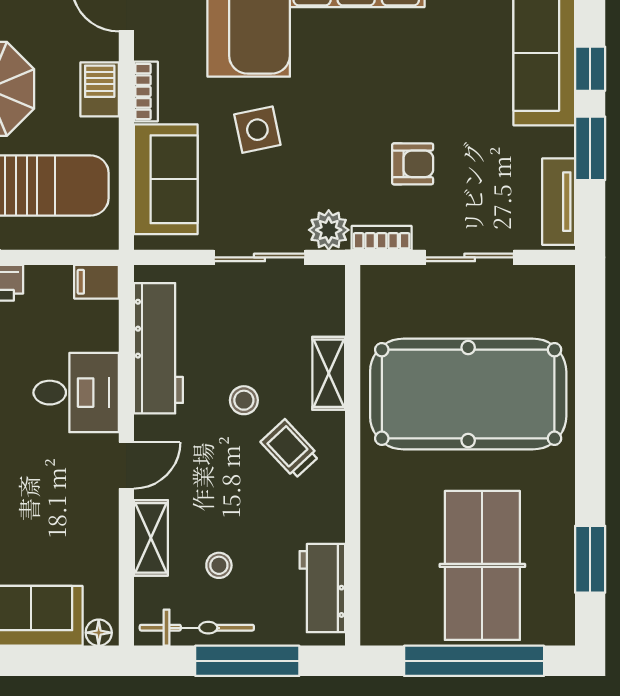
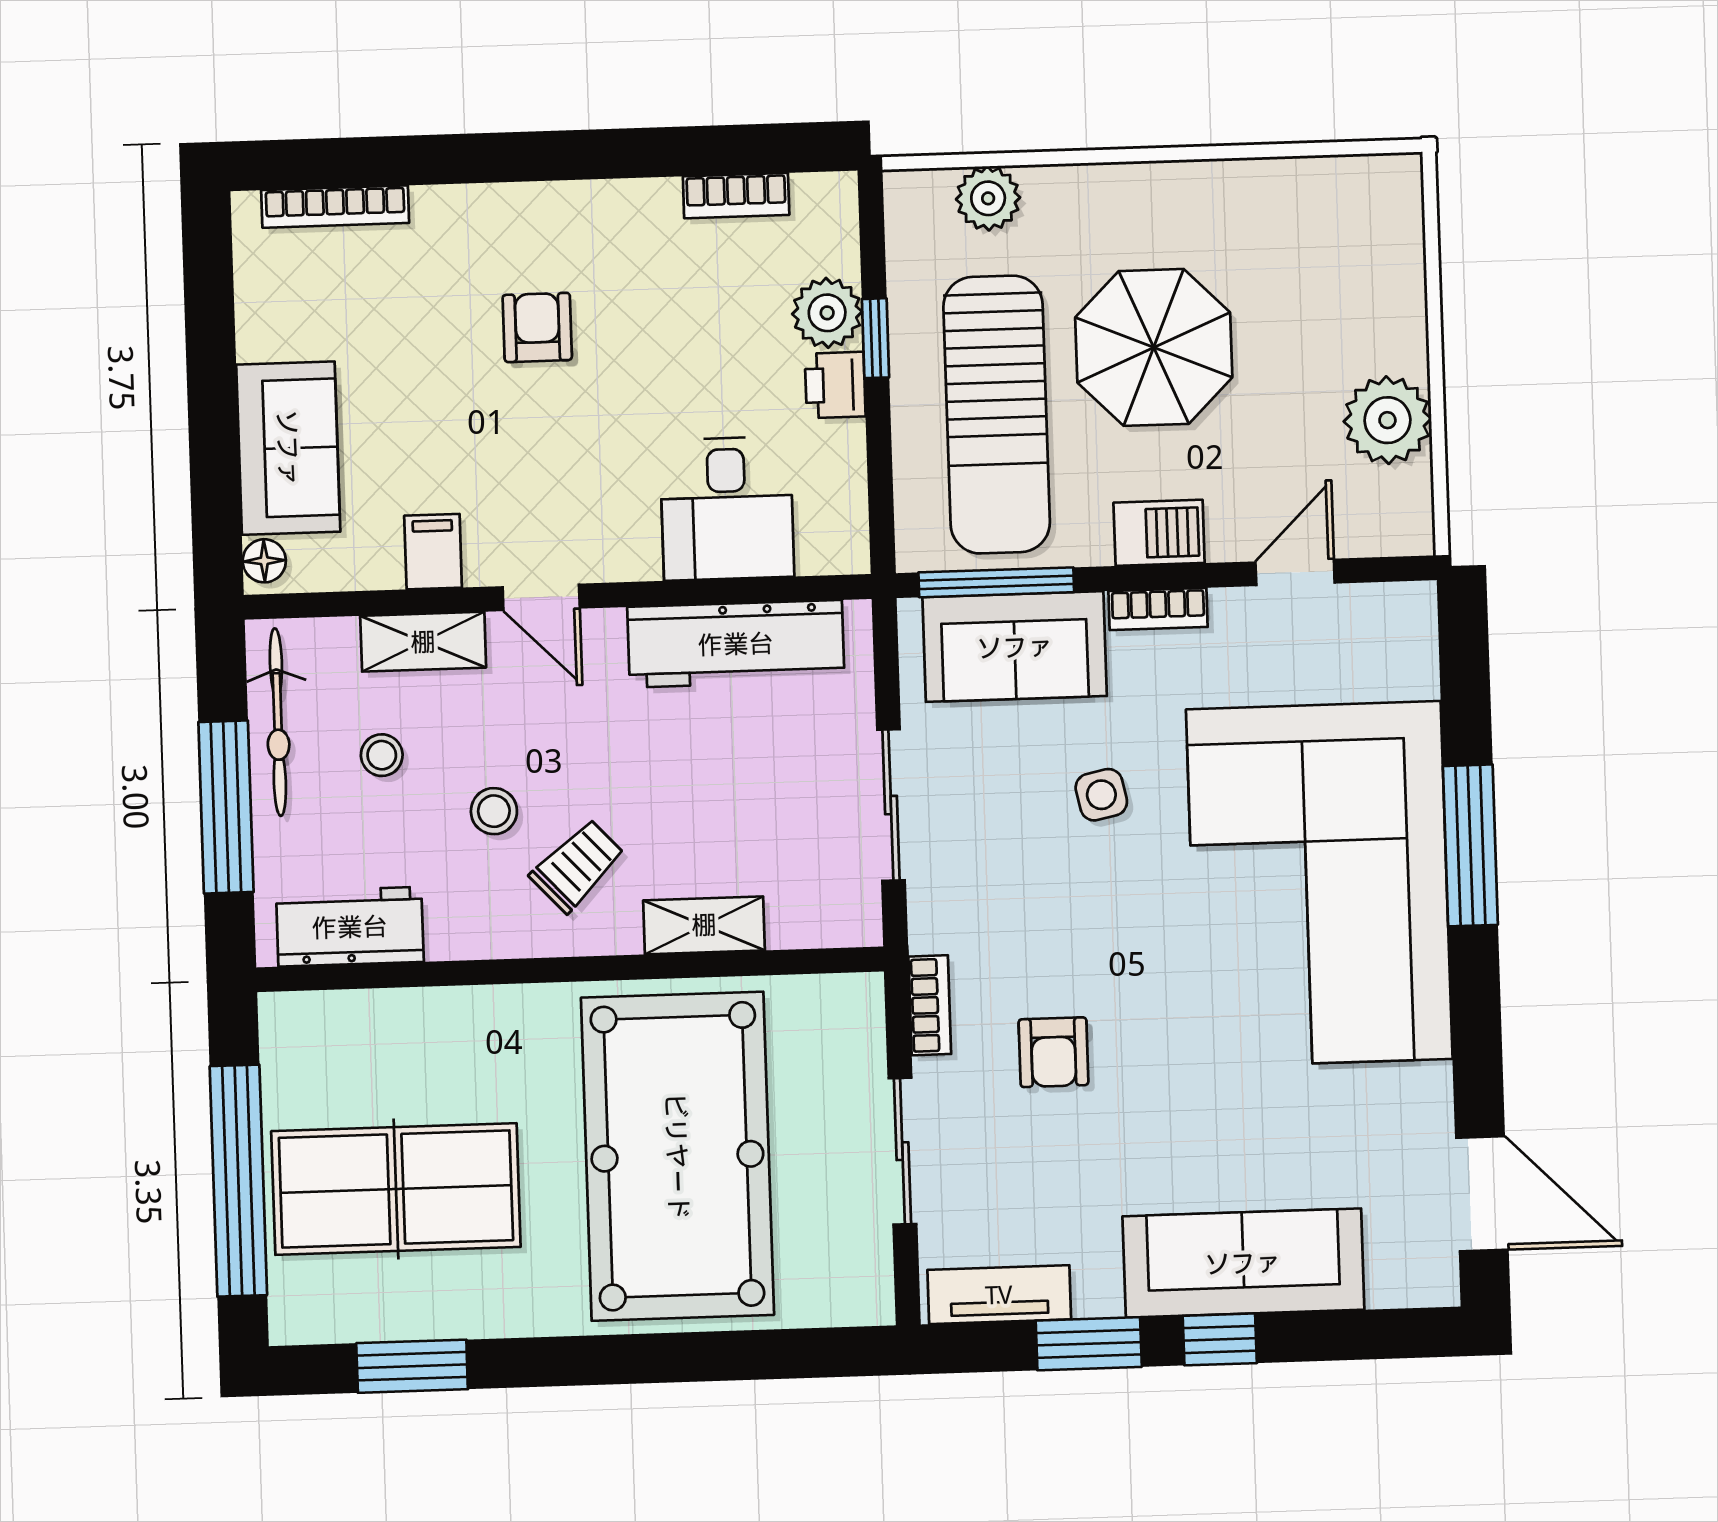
side table: (257, 130) -> (1101, 795), width x0.73, depth x0.73
window: (126, 189) -> (996, 582), added
plant: (329, 230) -> (940, 918), removed
filing cabinet: (97, 282) -> (433, 552), moved
desk: (76, 393) -> (727, 508), moved
stool: (244, 400) -> (494, 811), moved

